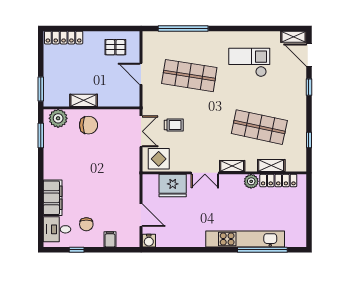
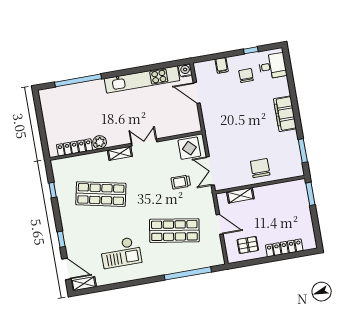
locker: (64, 38) -> (284, 248), moved
shelving: (84, 100) -> (240, 195), moved
plant: (58, 118) -> (289, 169), removed
chair: (88, 125) -> (260, 168), turned 90
shelving: (271, 165) -> (84, 160), removed
fridge: (173, 186) -> (172, 125), removed
filing cabinet: (53, 198) -> (285, 114), moved
kitchen unit: (245, 239) -> (142, 80), moved

